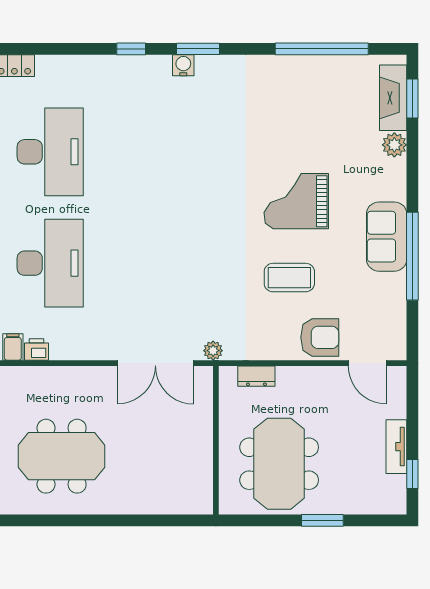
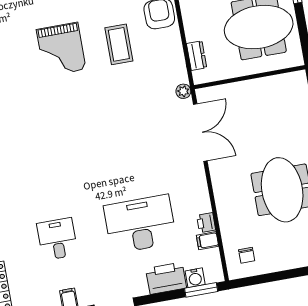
desk: (50, 152) -> (57, 239), width x0.53, depth x0.77

